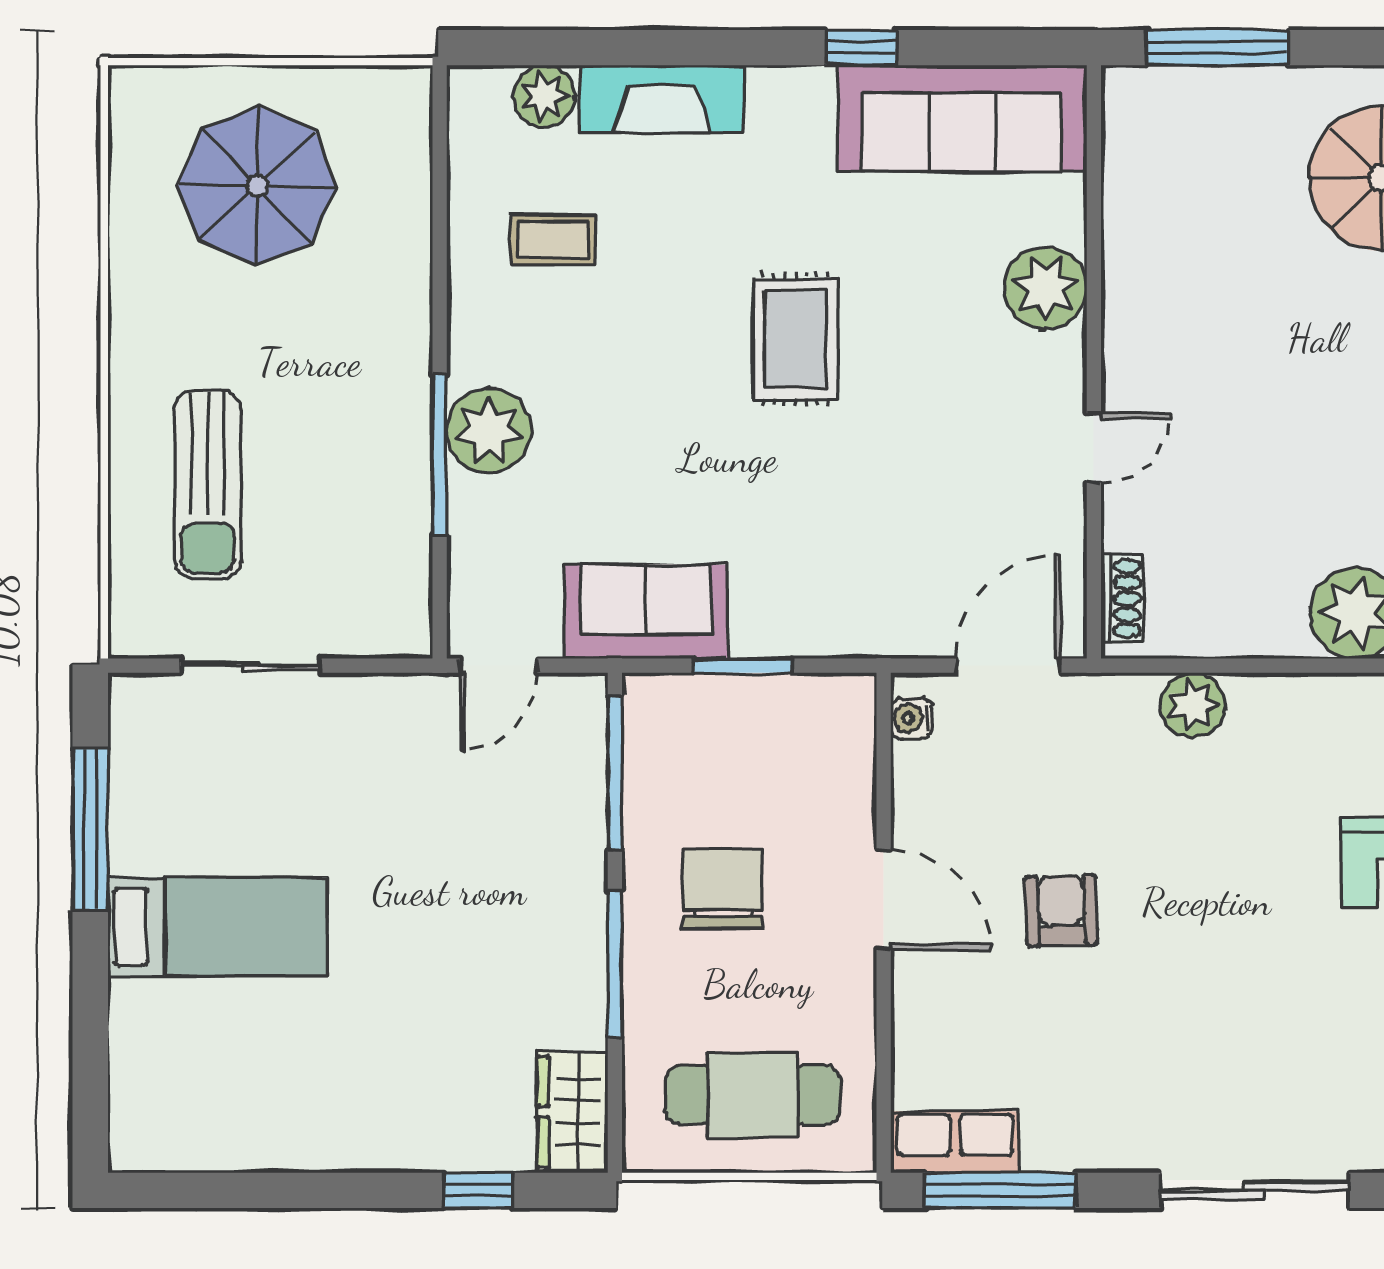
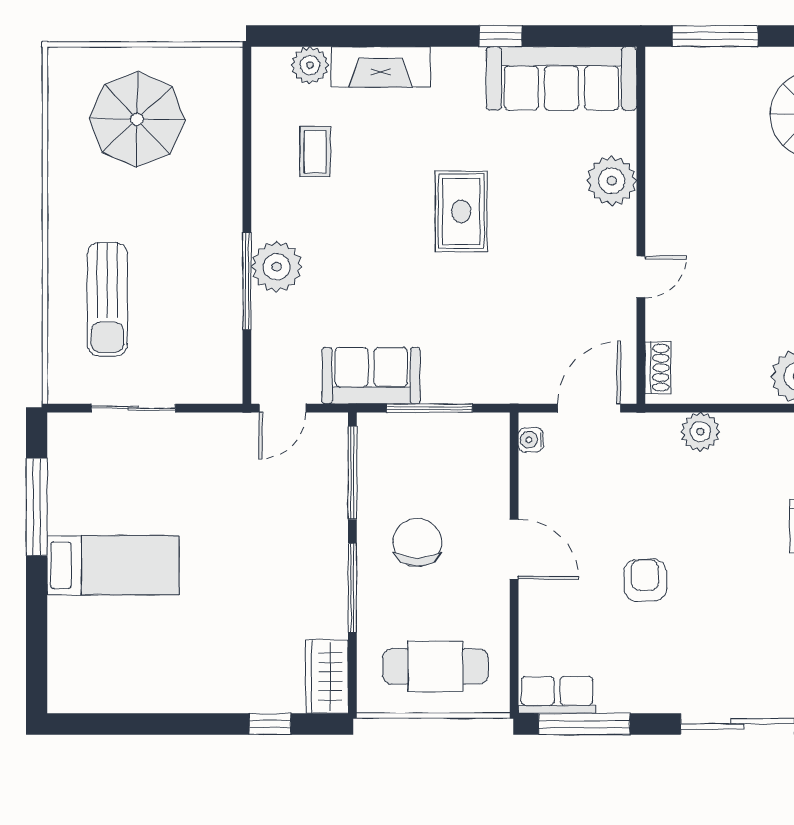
coffee table: (553, 240) -> (315, 152), turned 90
window: (743, 666) -> (429, 408), width x1.44
armchair: (1061, 910) -> (645, 580), moved

